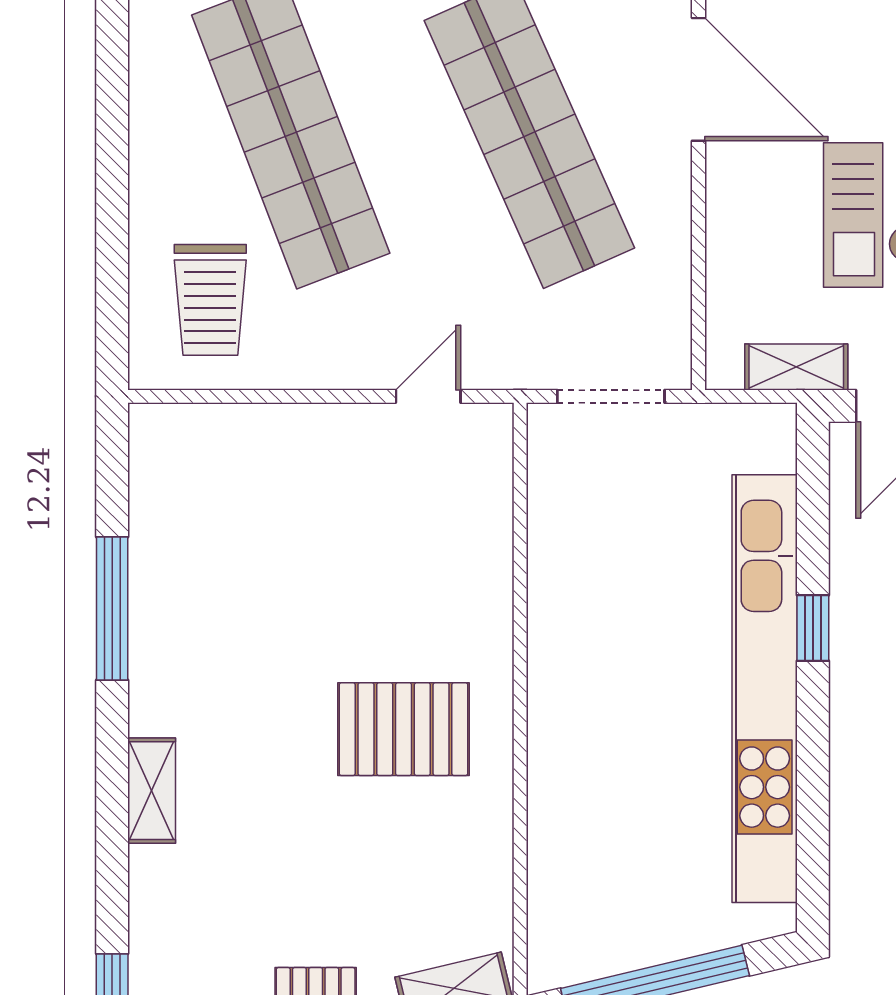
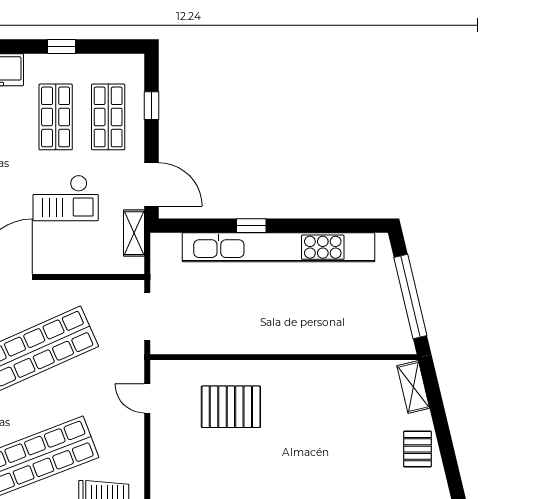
pallet: (404, 729) -> (231, 407), moved, turned 90

